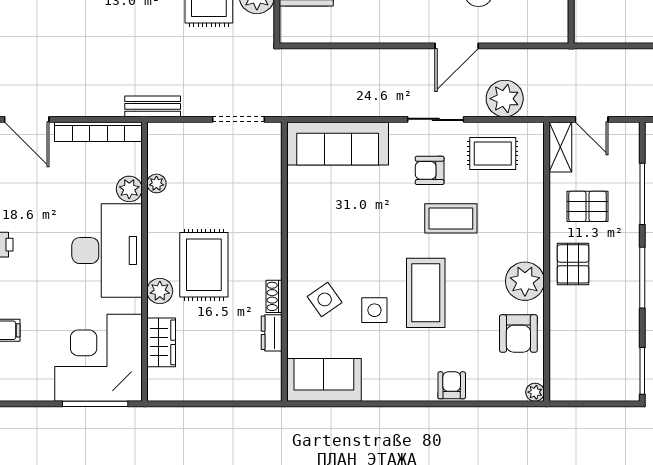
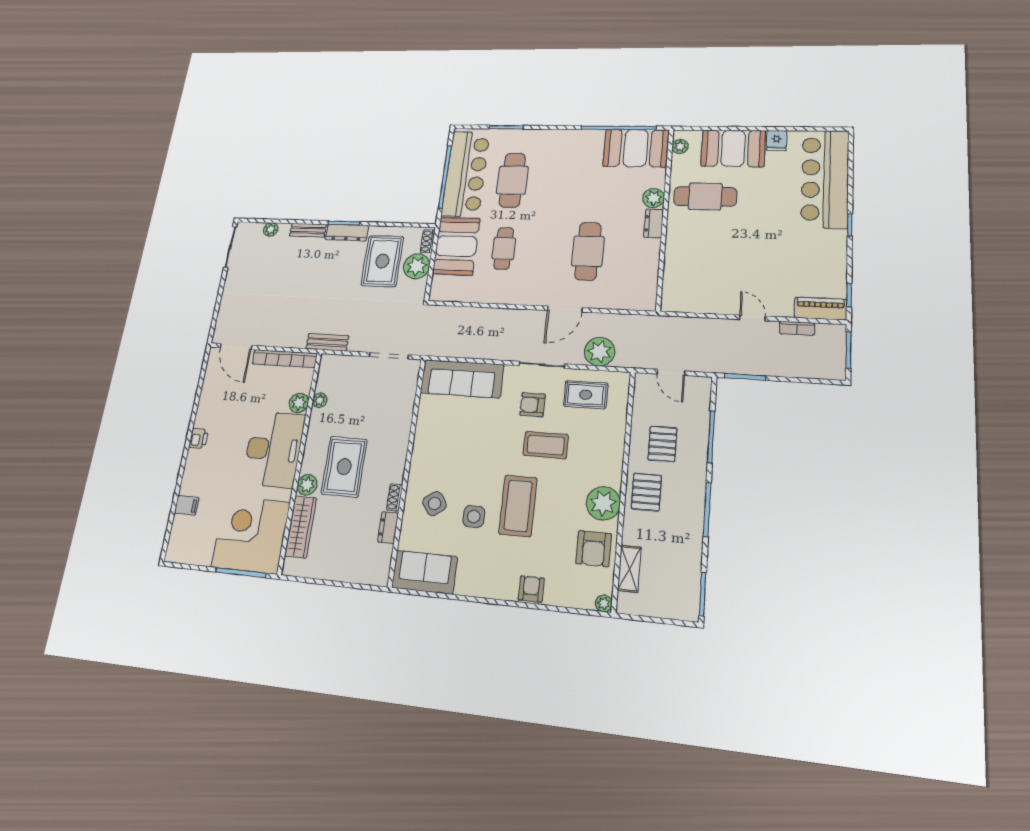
shelving: (560, 147) -> (629, 569), moved
pallet: (588, 206) -> (662, 444), turned 90
wardrobe: (161, 342) -> (301, 527), width x1.50

